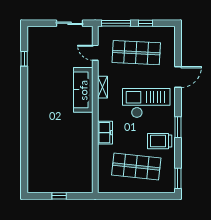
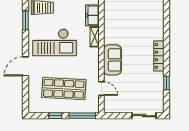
sliding door: (70, 23) -> (144, 116), moved
shelving: (102, 87) -> (95, 37), moved
locker: (33, 88) -> (159, 56), added
sofa: (83, 90) -> (112, 60), width x0.73

